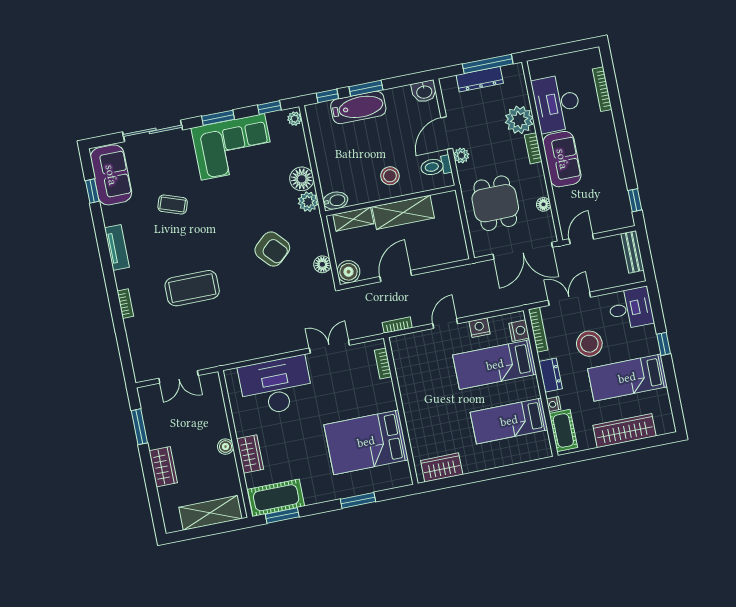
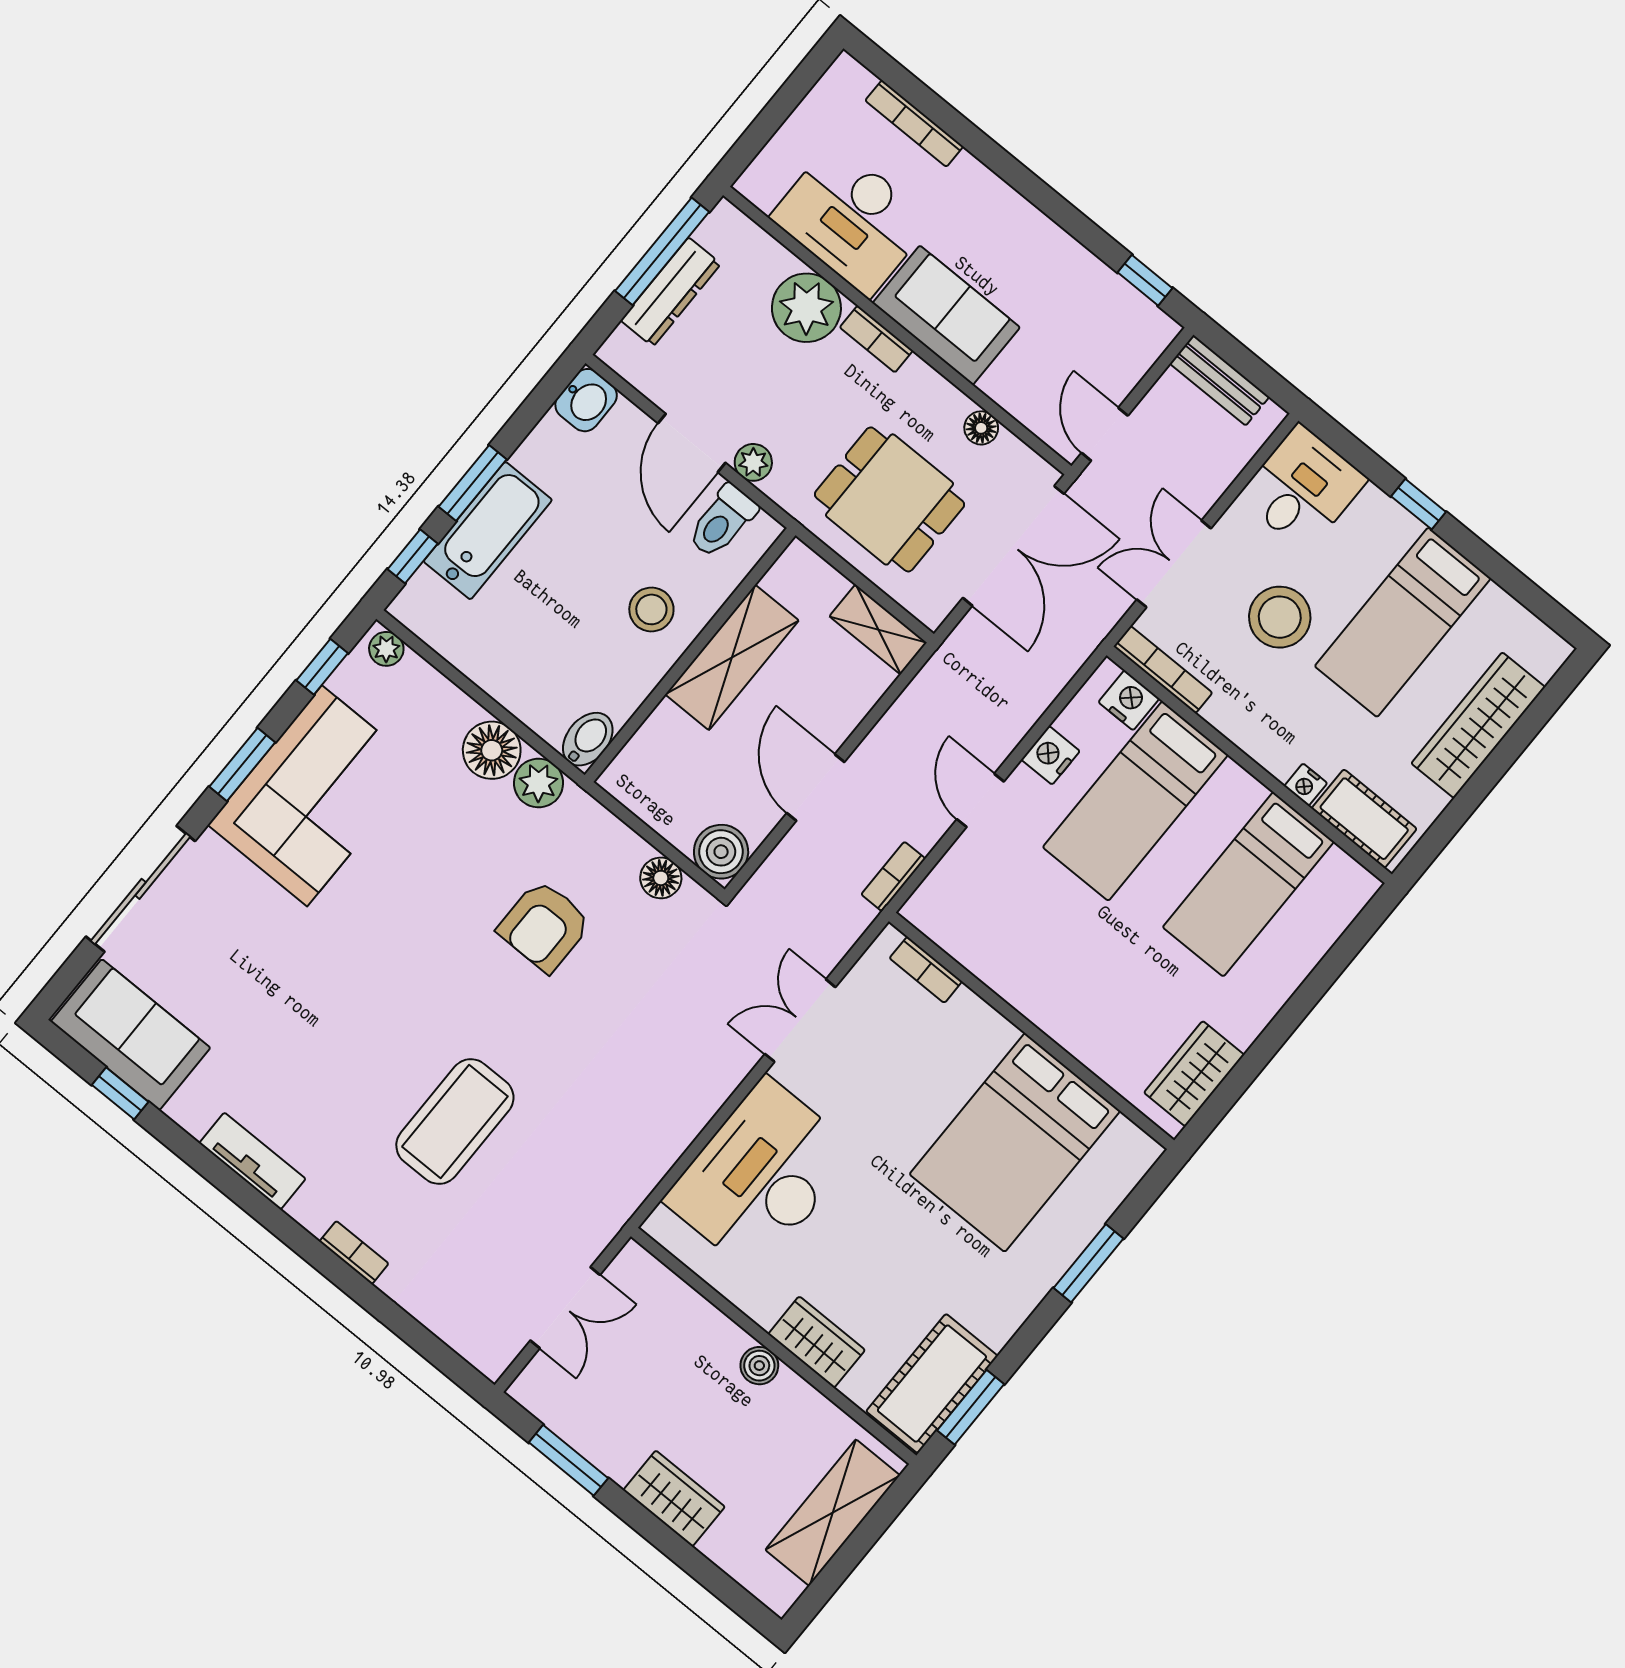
coffee table: (173, 205) -> (290, 996), removed
shelving: (353, 219) -> (878, 629), moved, turned 90
armchair: (272, 249) -> (544, 926), turned 132
dresser: (550, 375) -> (1256, 735), removed

